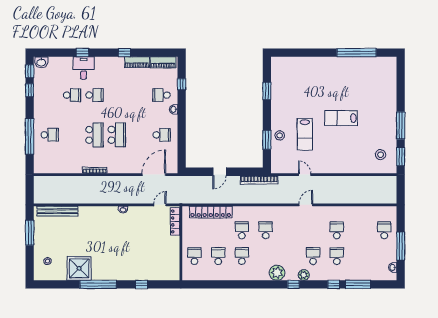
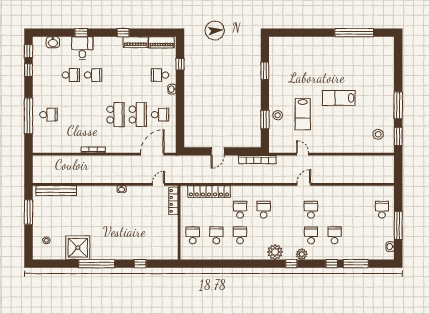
washbasin: (41, 62) -> (53, 42), moved
school desk: (94, 135) -> (138, 115), moved
school desk: (337, 230) -> (311, 210), moved

